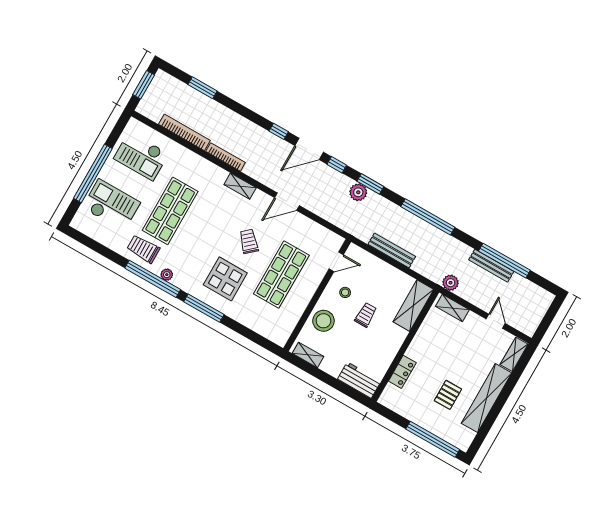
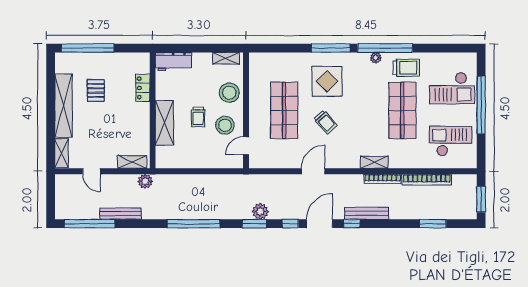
shelving: (240, 186) -> (374, 162), moved
bench: (392, 250) -> (367, 213), moved
window: (504, 261) -> (90, 224), moved
stool: (345, 292) -> (225, 125), width x1.89, depth x1.89
shelving: (413, 306) -> (164, 123), moved

